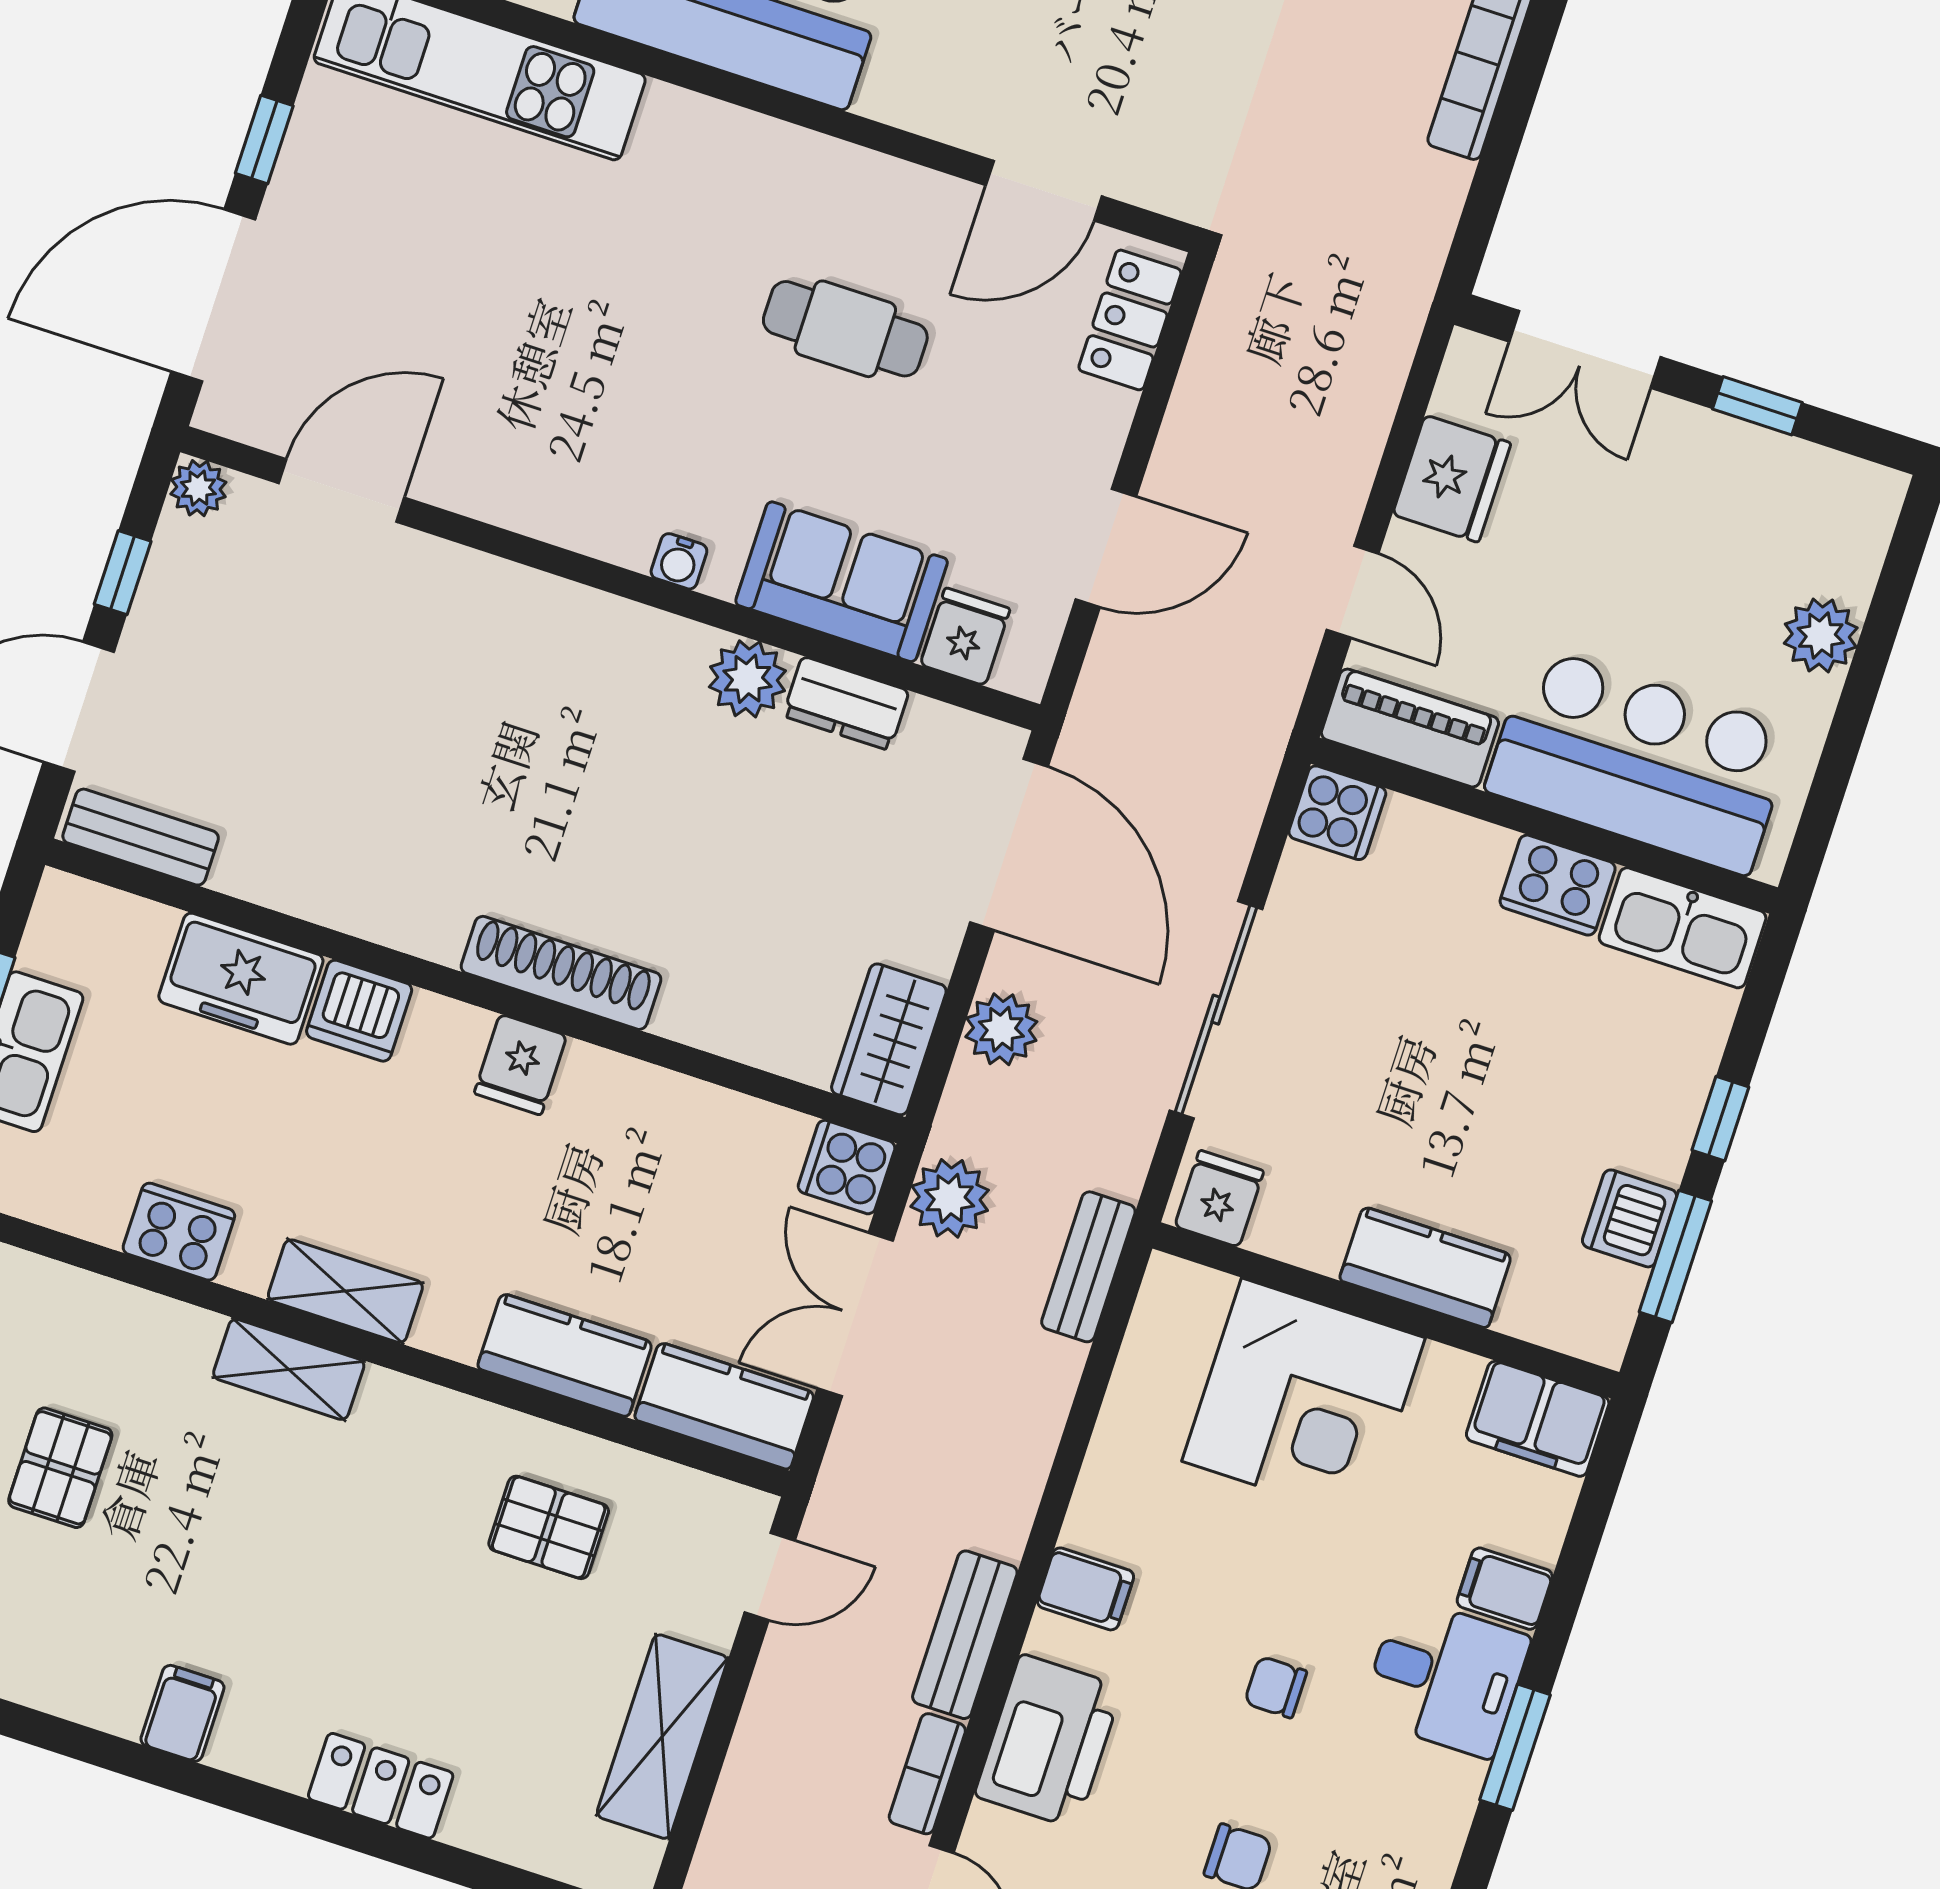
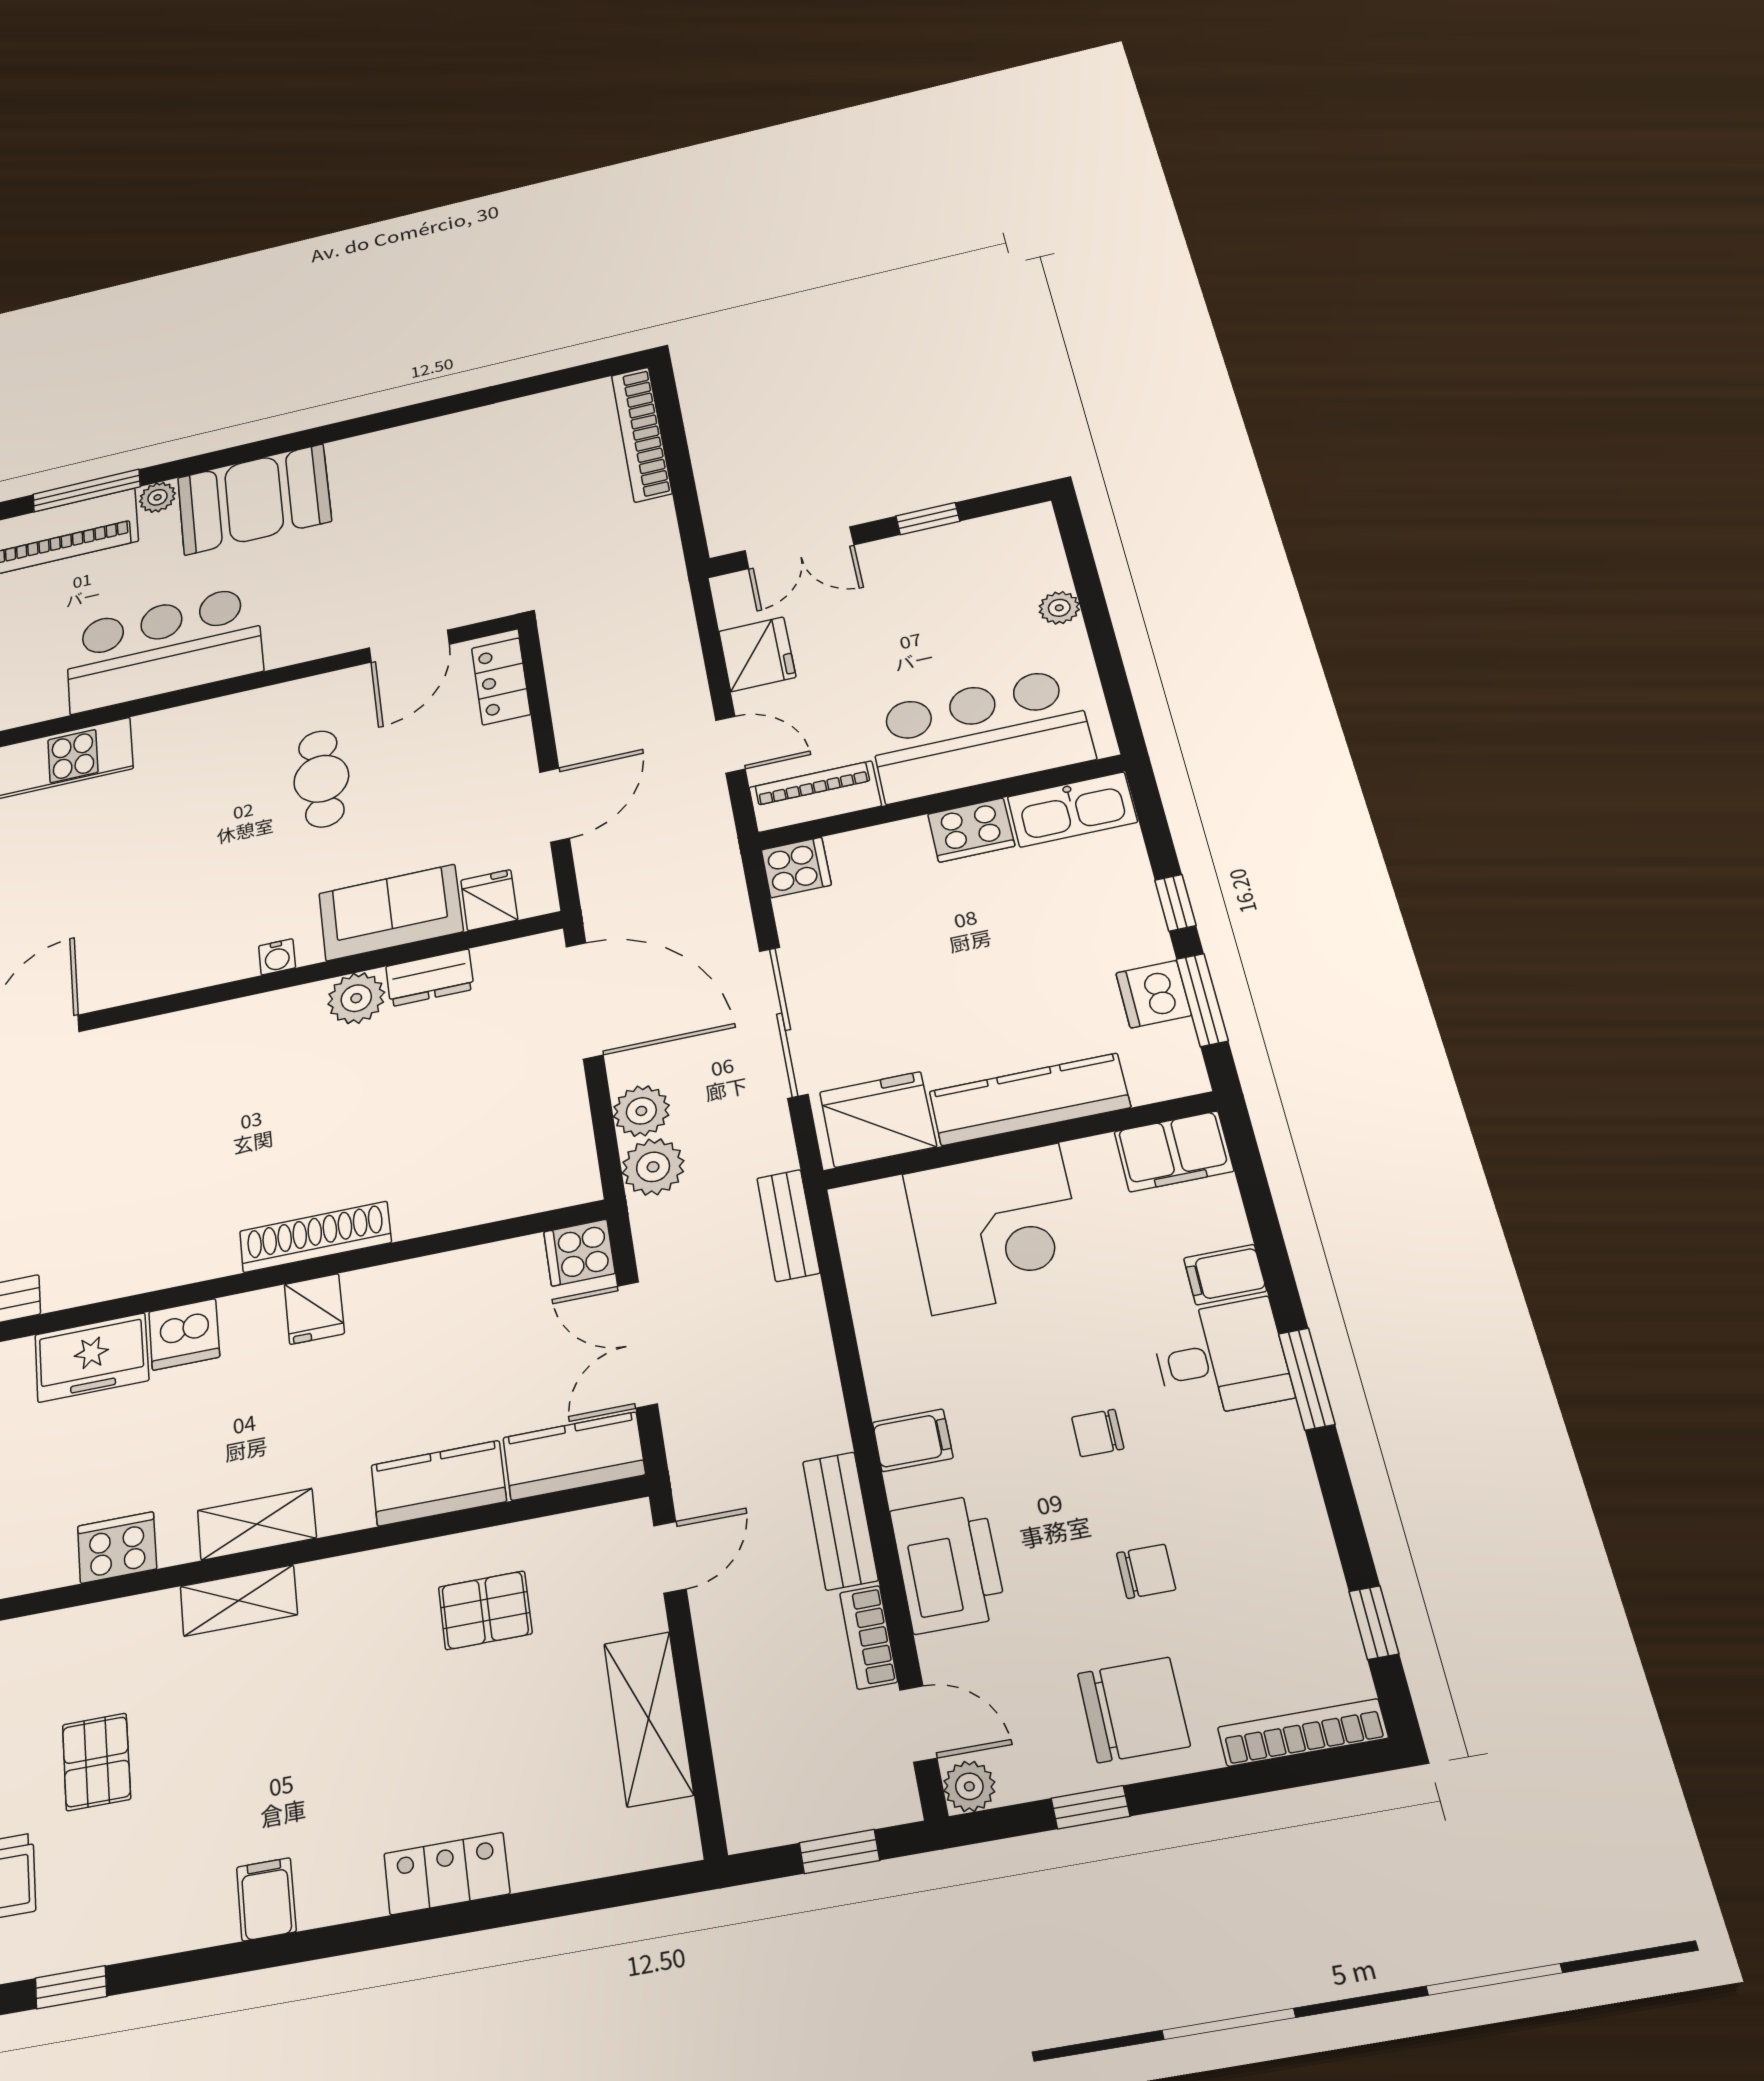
cafe table: (845, 329) -> (321, 779), turned 90
plant: (1821, 636) -> (1059, 608), width x0.73, depth x0.73
wardrobe: (889, 1039) -> (566, 1158), removed
plant: (950, 1198) -> (653, 1167), moved
fridge: (1219, 1199) -> (878, 1119), width x1.88, depth x1.34
kitchen counter: (1425, 1267) -> (1029, 1099), width x1.50

